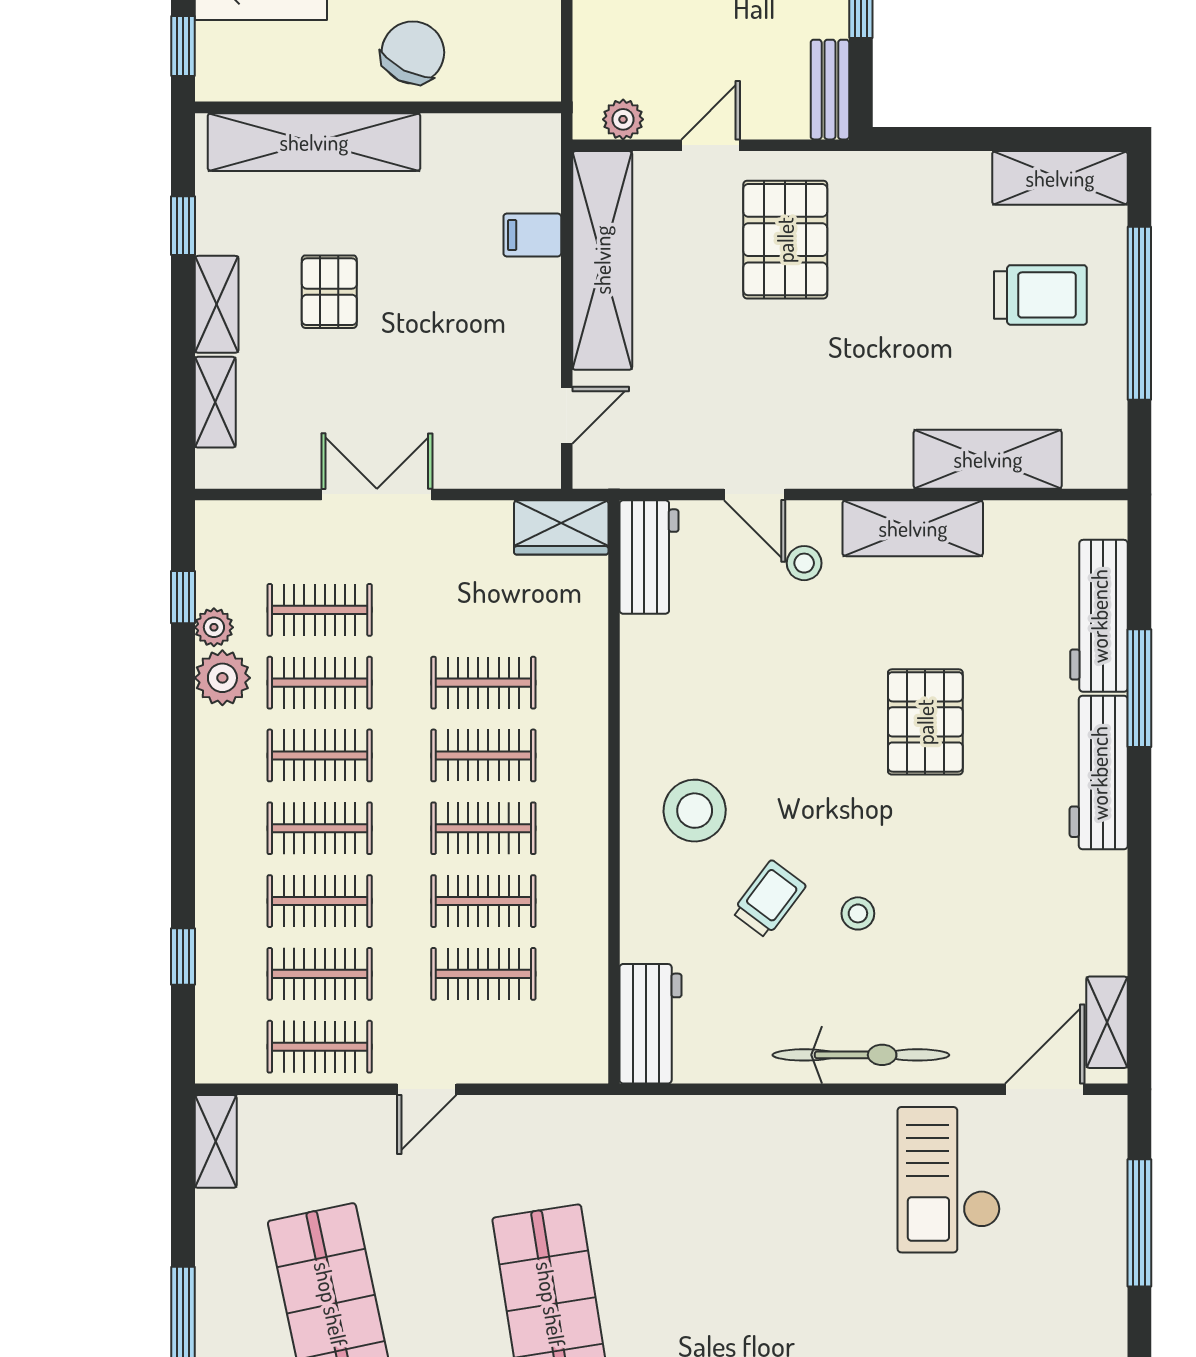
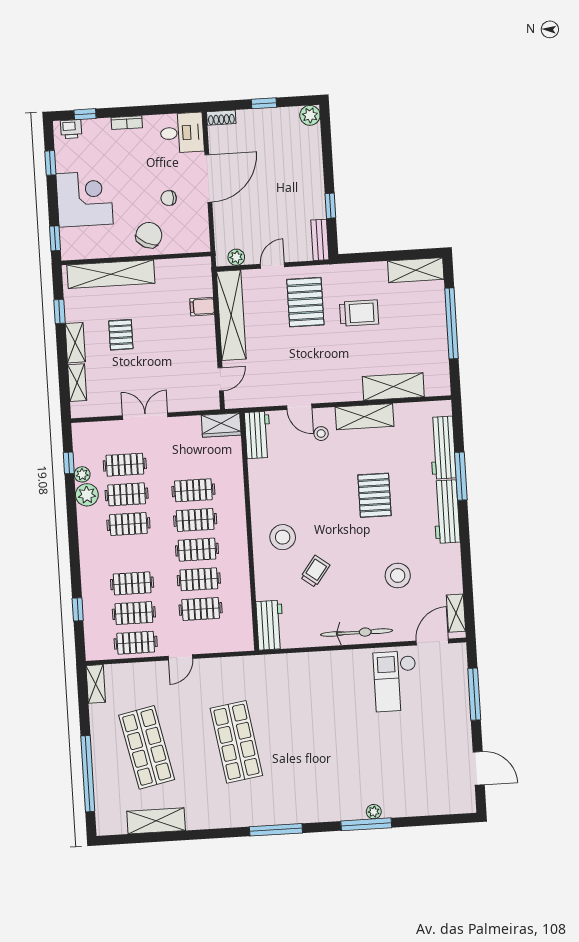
trolley: (1040, 295) -> (359, 313), moved
clothes rail: (320, 828) -> (130, 554), removed
stool: (858, 913) -> (398, 575), moved, width x1.89, depth x1.89

